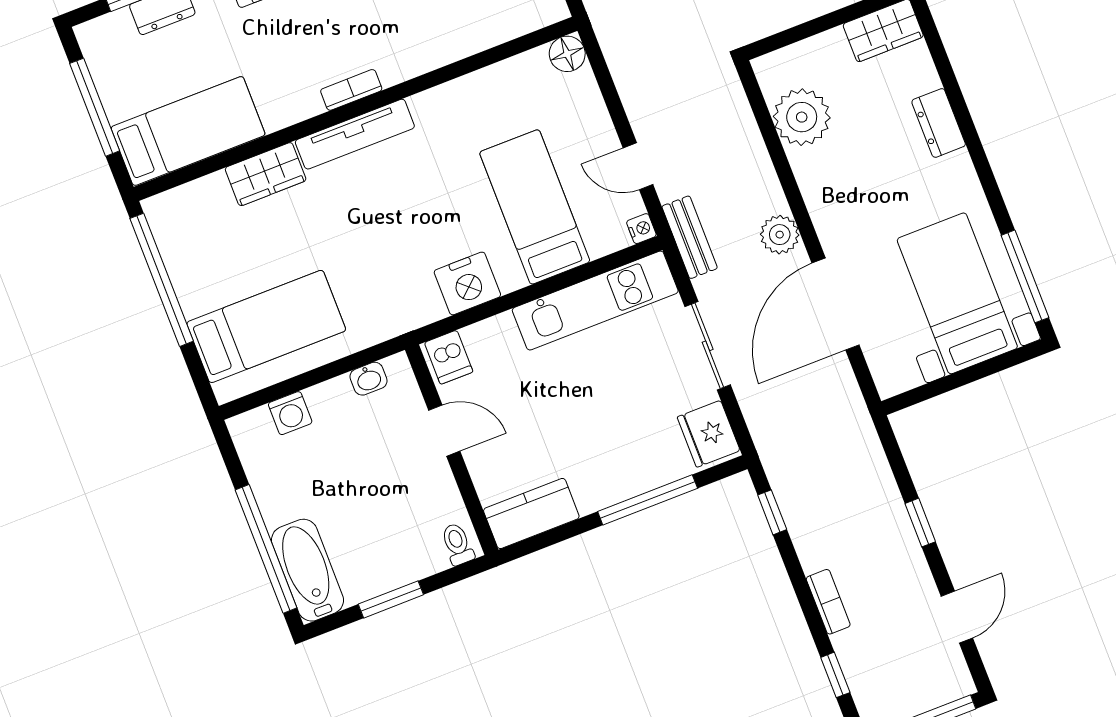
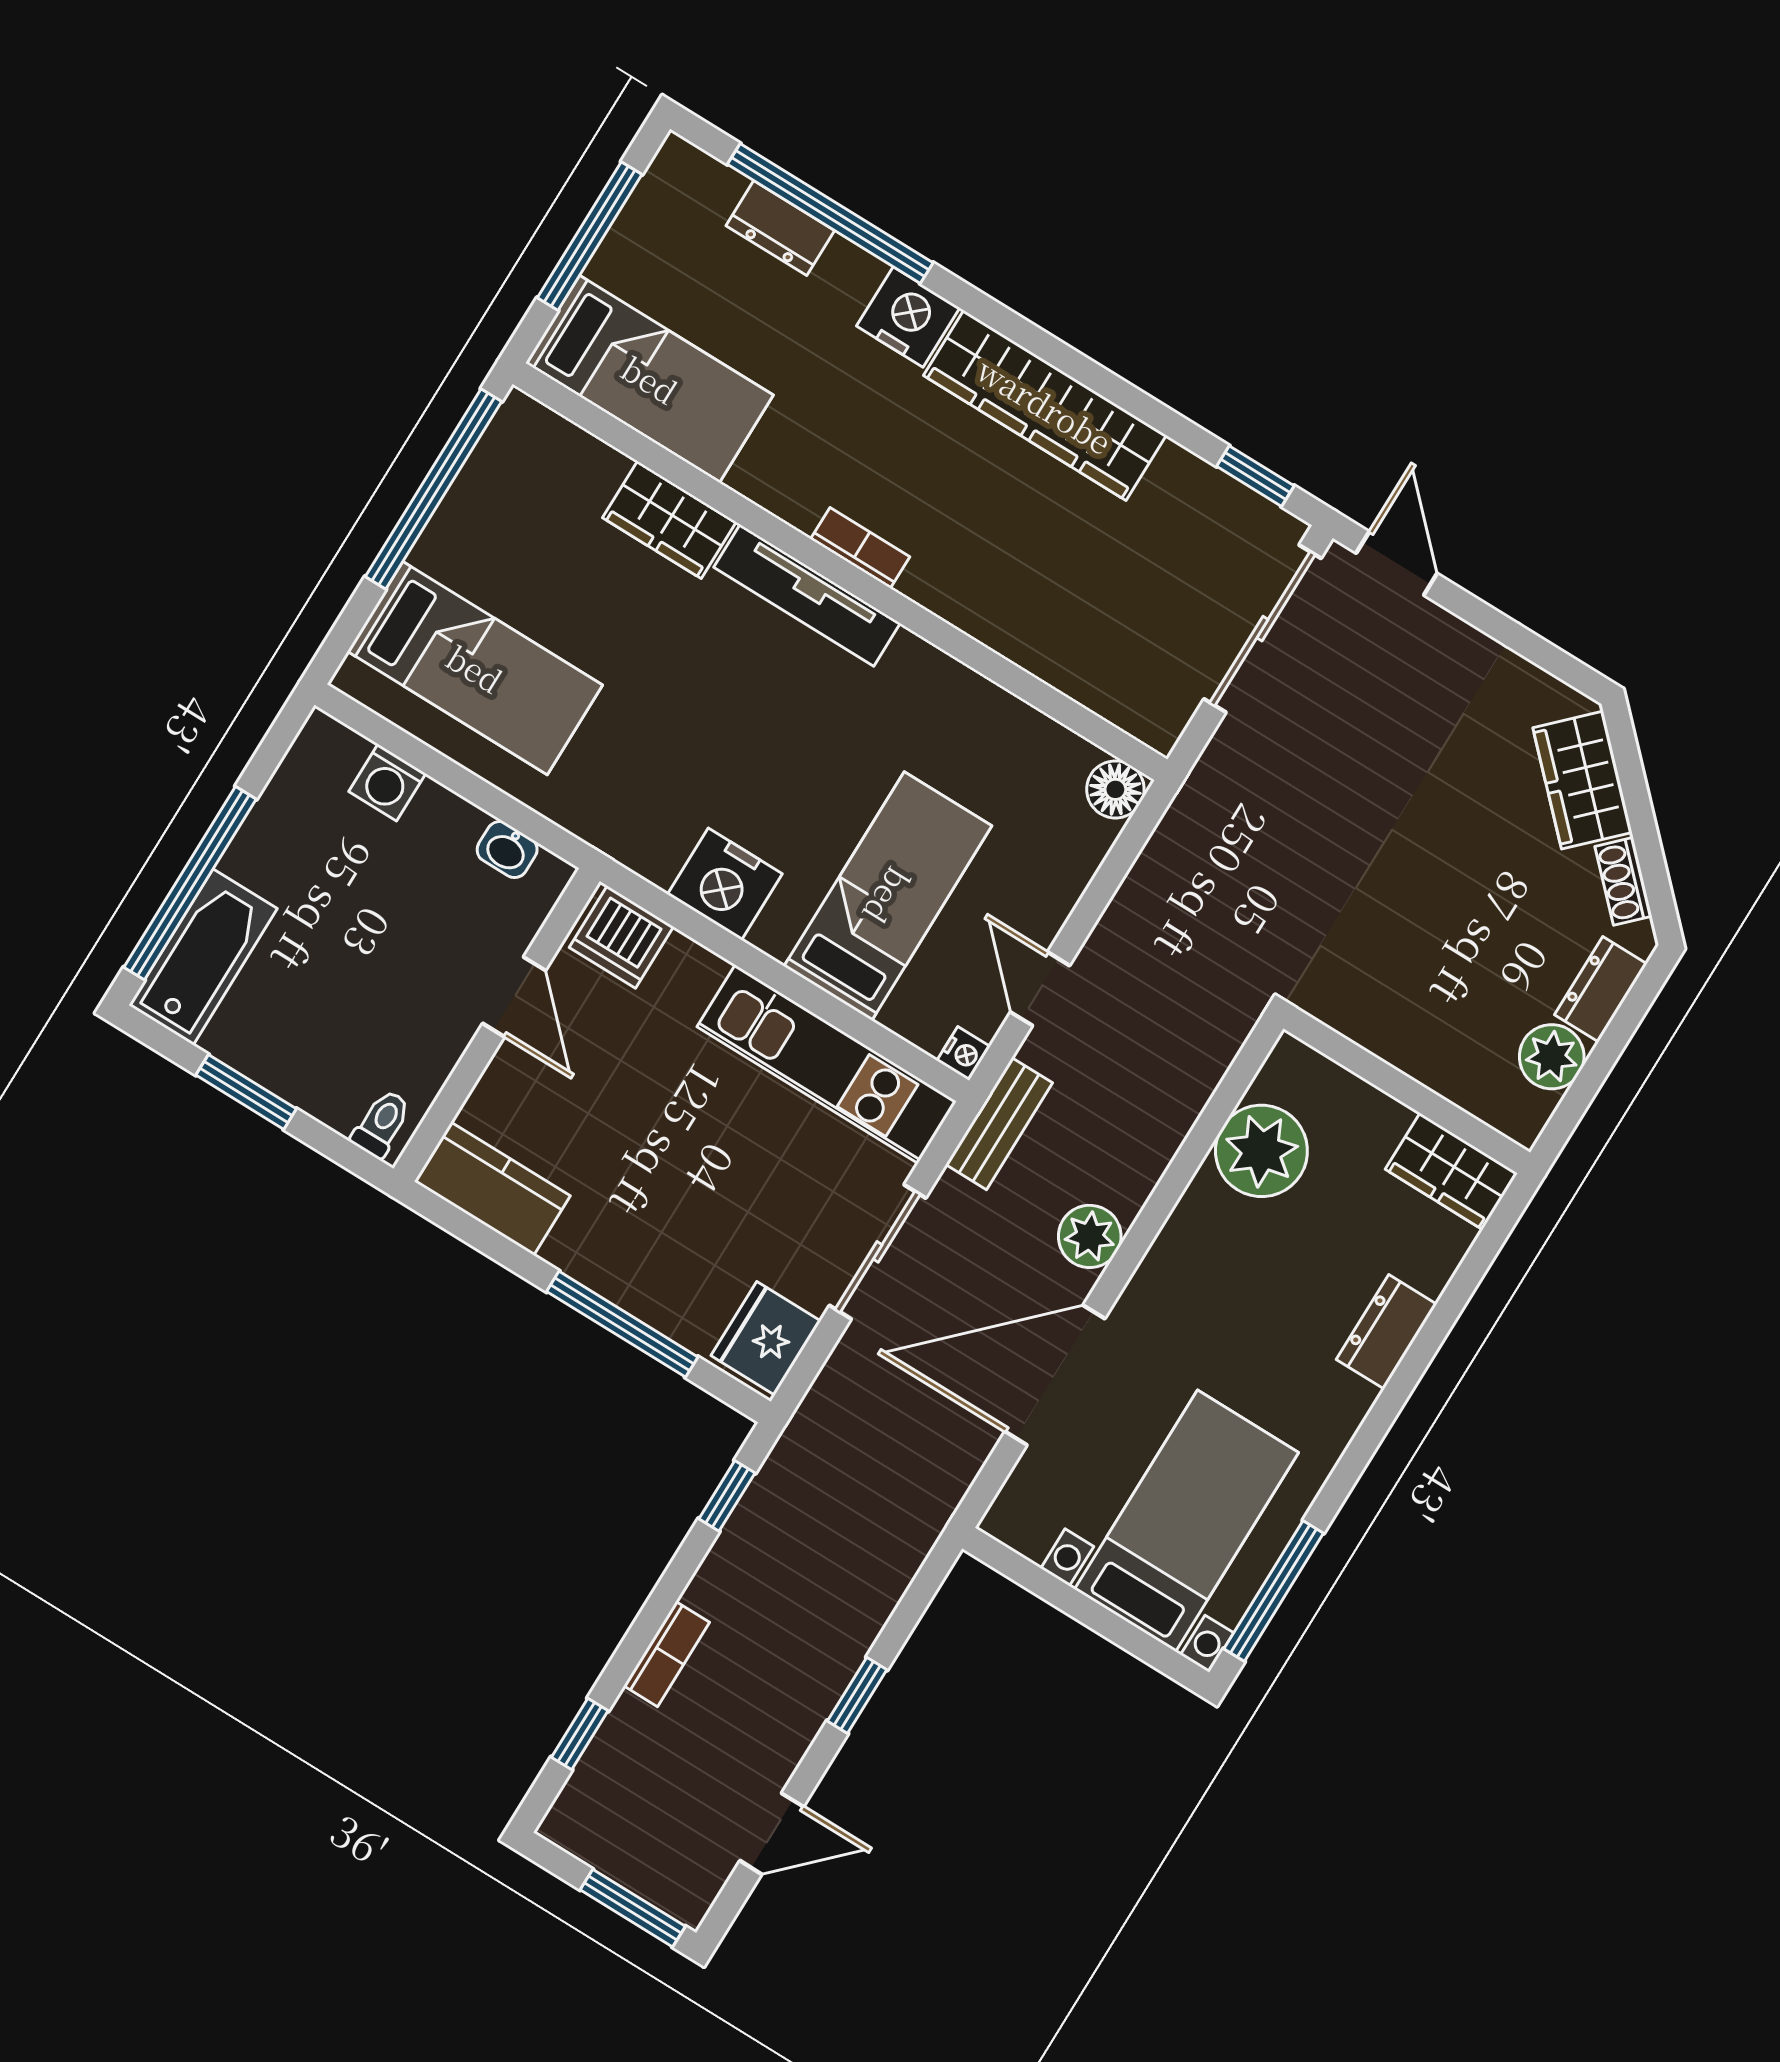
dishwasher: (449, 357) -> (621, 937), width x1.38

